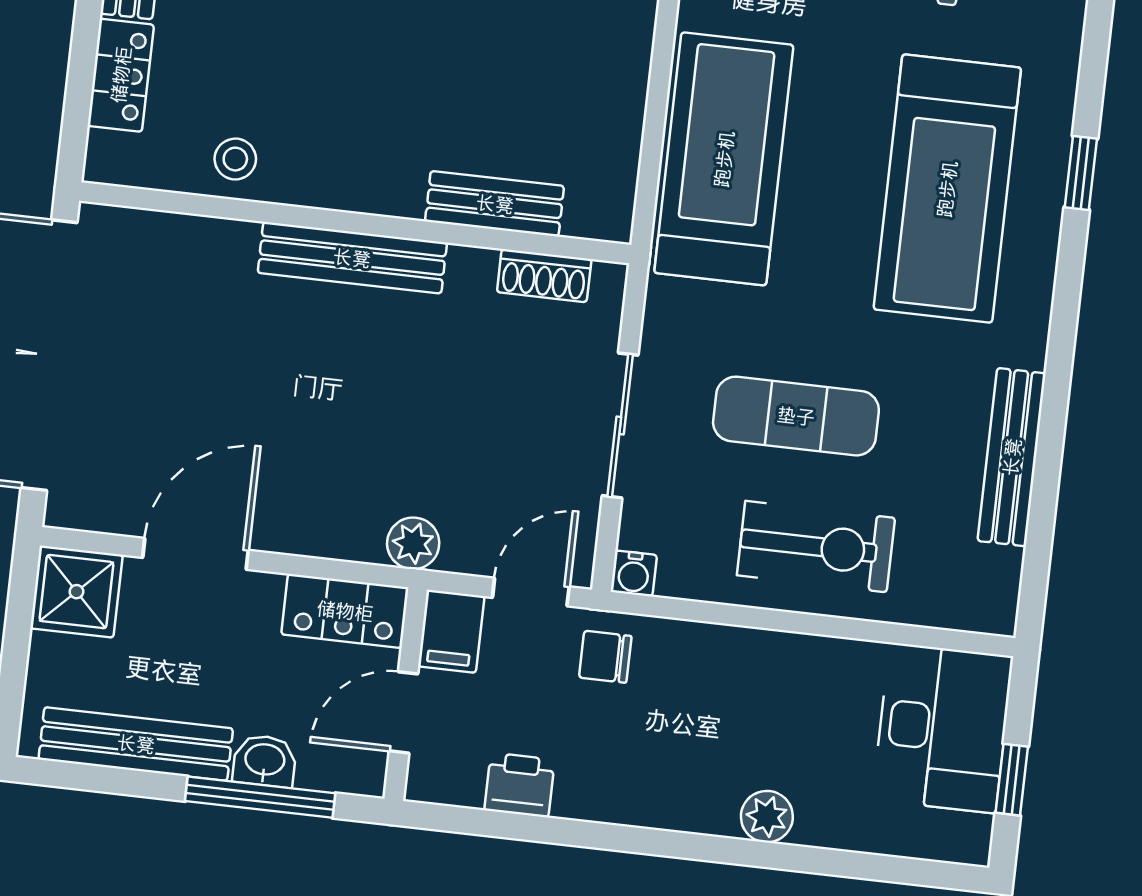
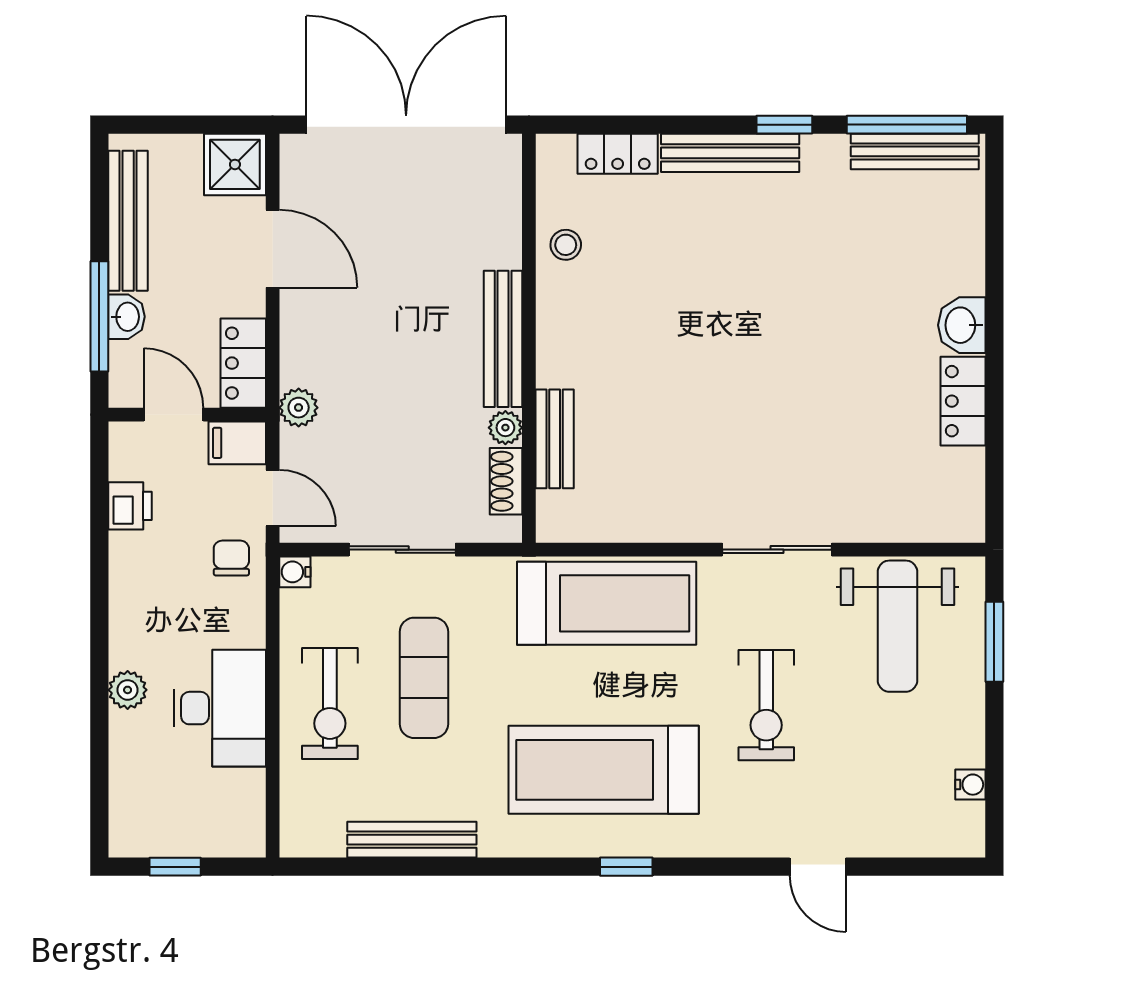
plant: (472, 268) -> (505, 428), added
desk: (943, 728) -> (220, 708), moved, turned -90

